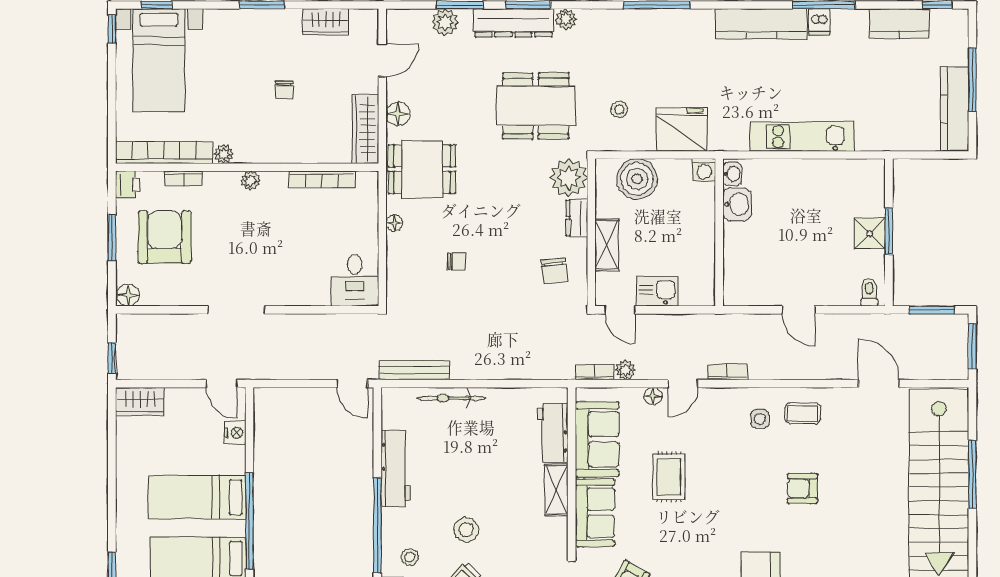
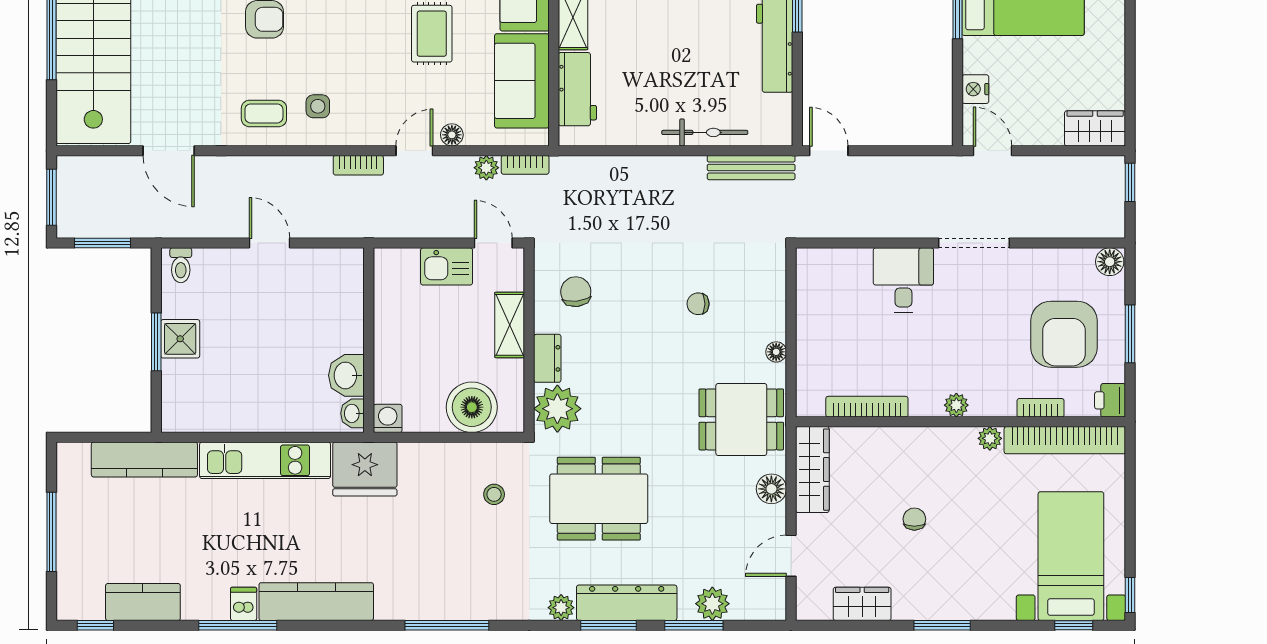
kitchen counter: (955, 109) -> (144, 460), moved, turned 90
fridge: (682, 130) -> (365, 469), moved
desk: (355, 280) -> (903, 280), moved

